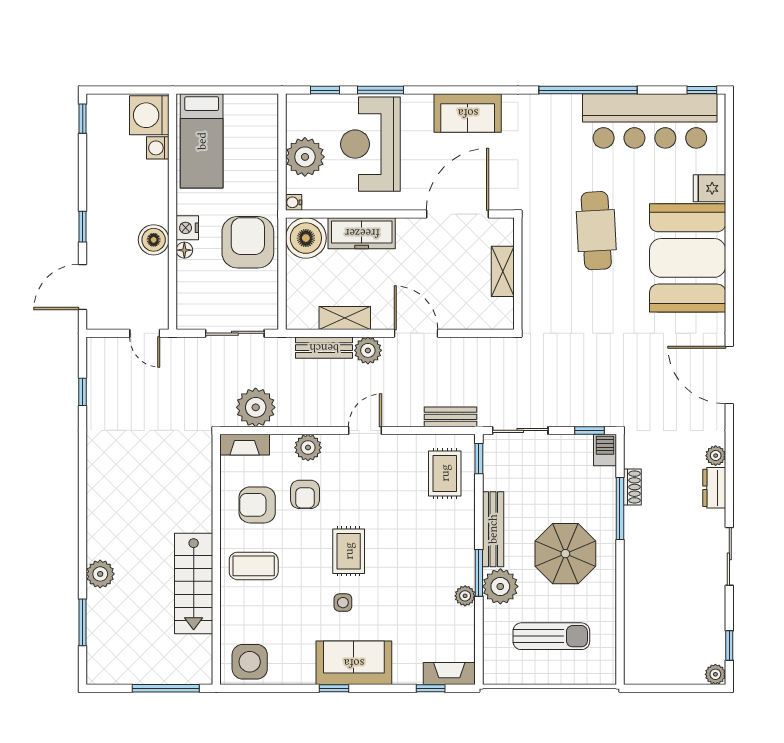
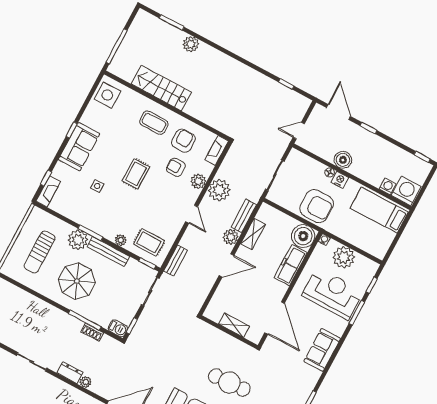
plant: (256, 407) -> (219, 190), moved
rug: (349, 551) -> (136, 174), turned 90
coffee table: (254, 566) -> (154, 123), turned 90
plant: (465, 596) -> (121, 240), moved
side table: (343, 603) -> (97, 186), moved

